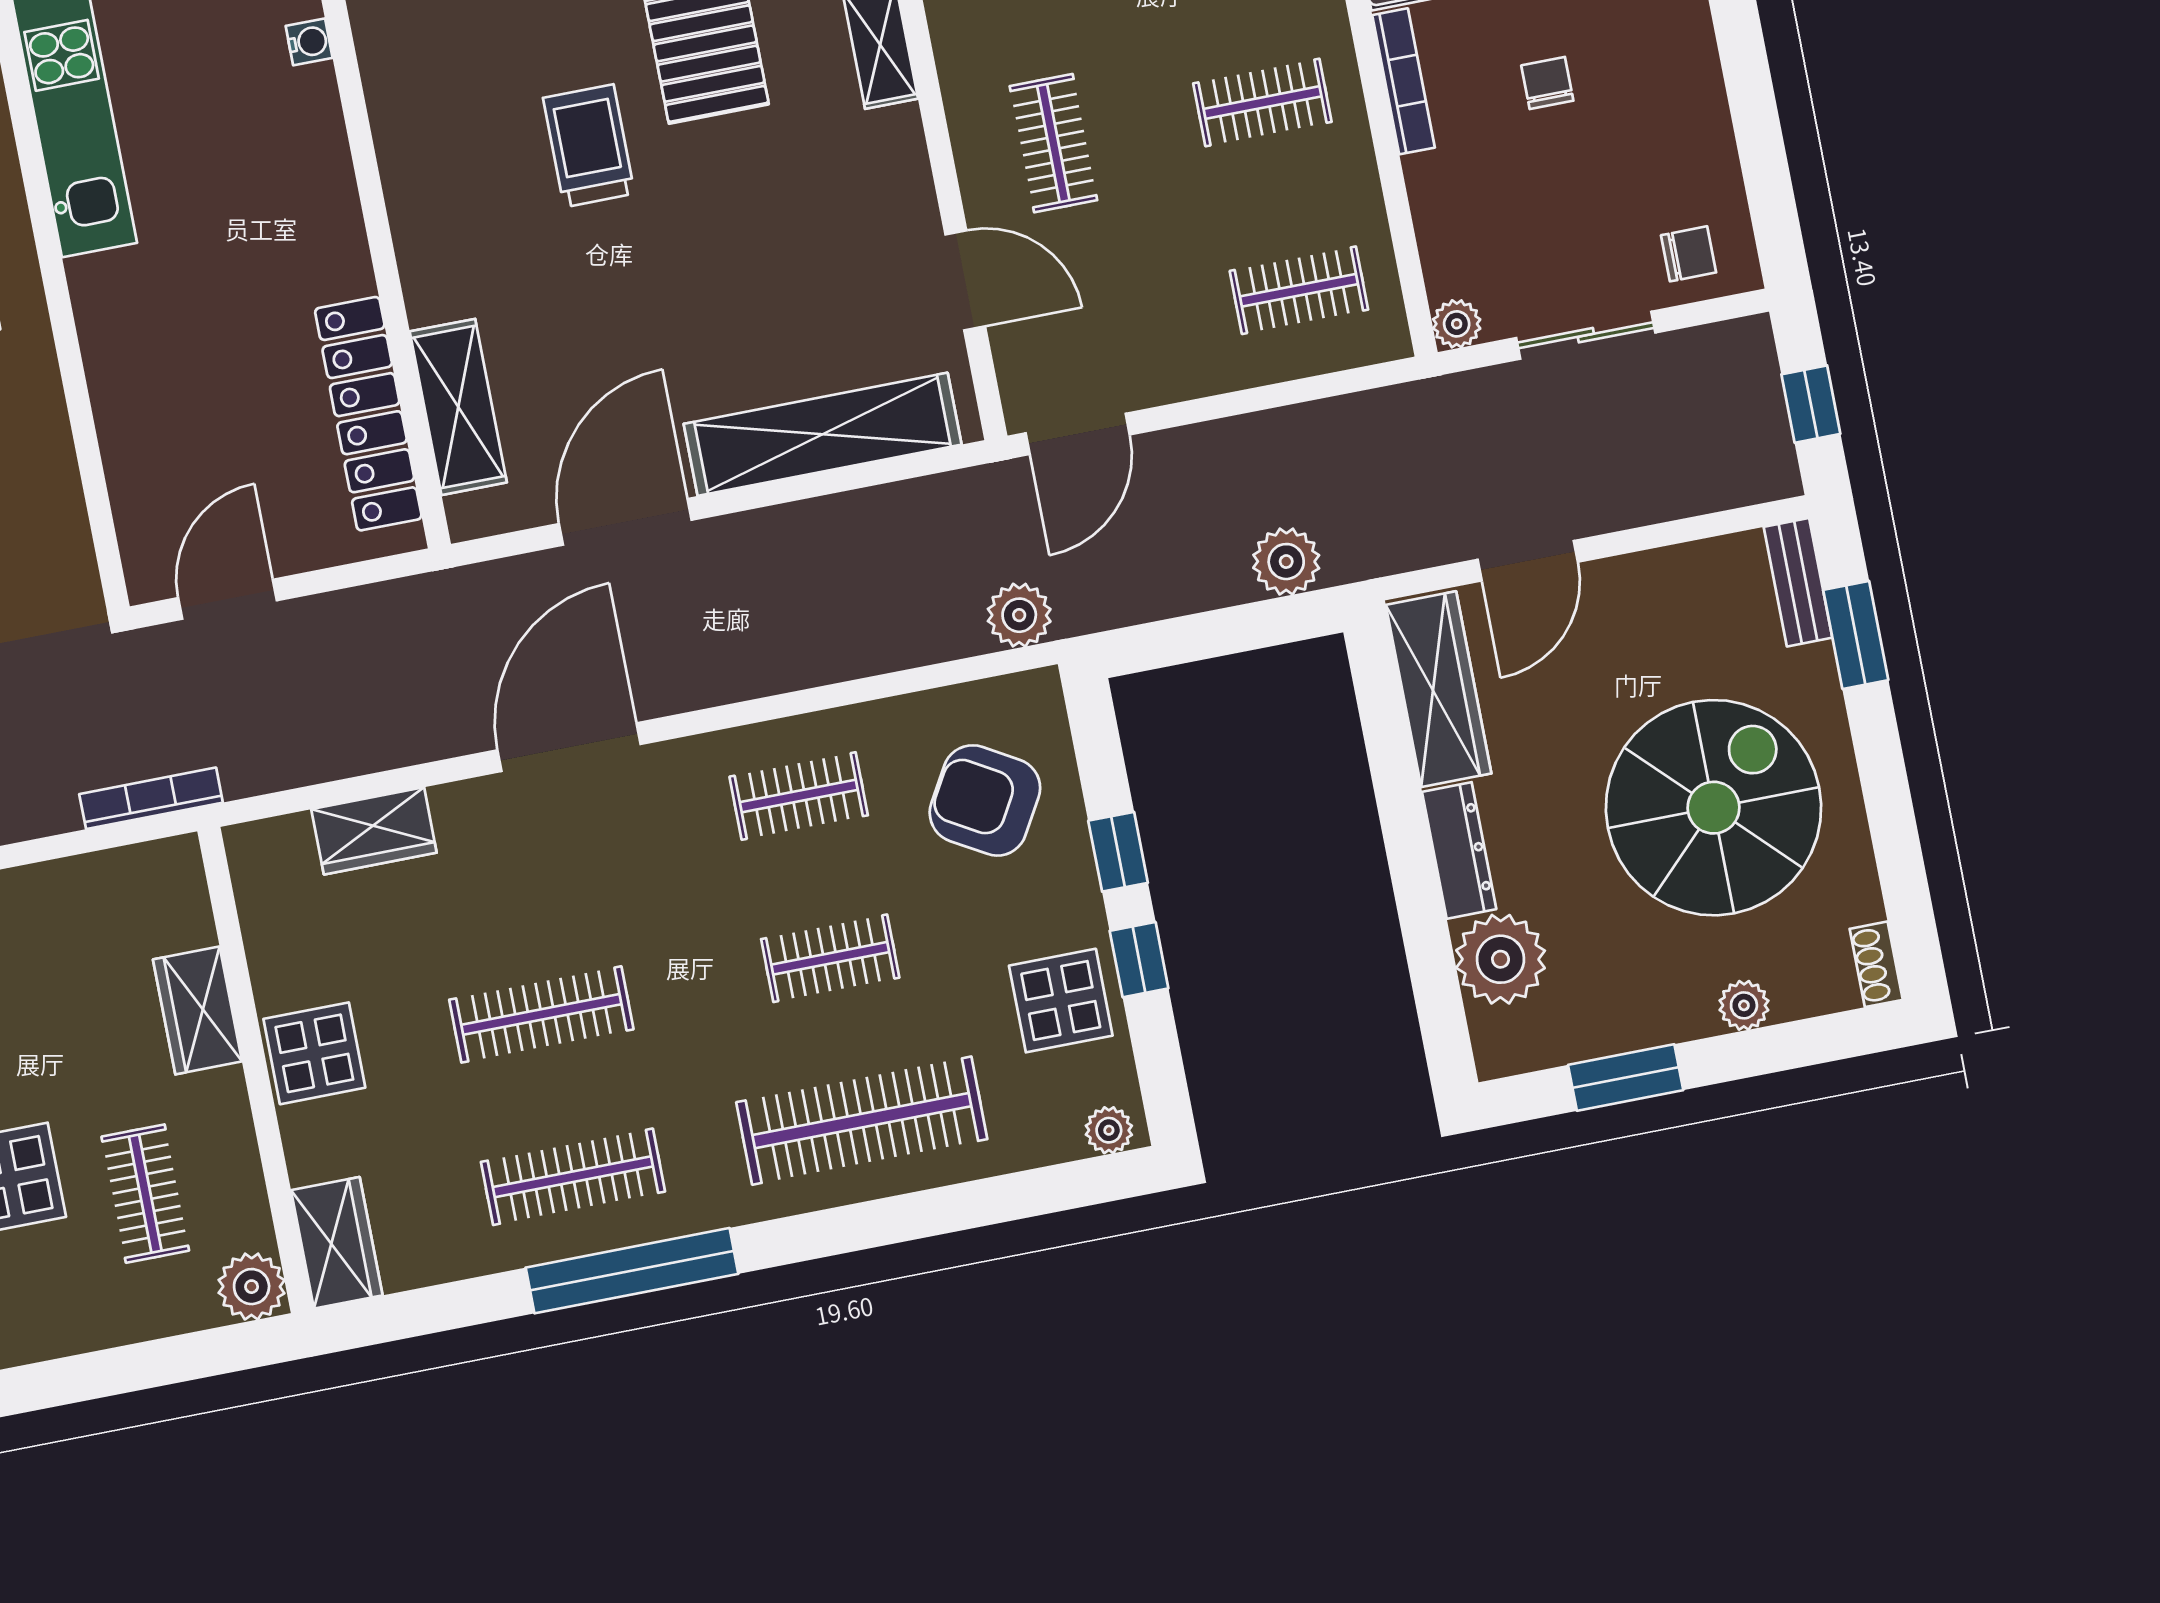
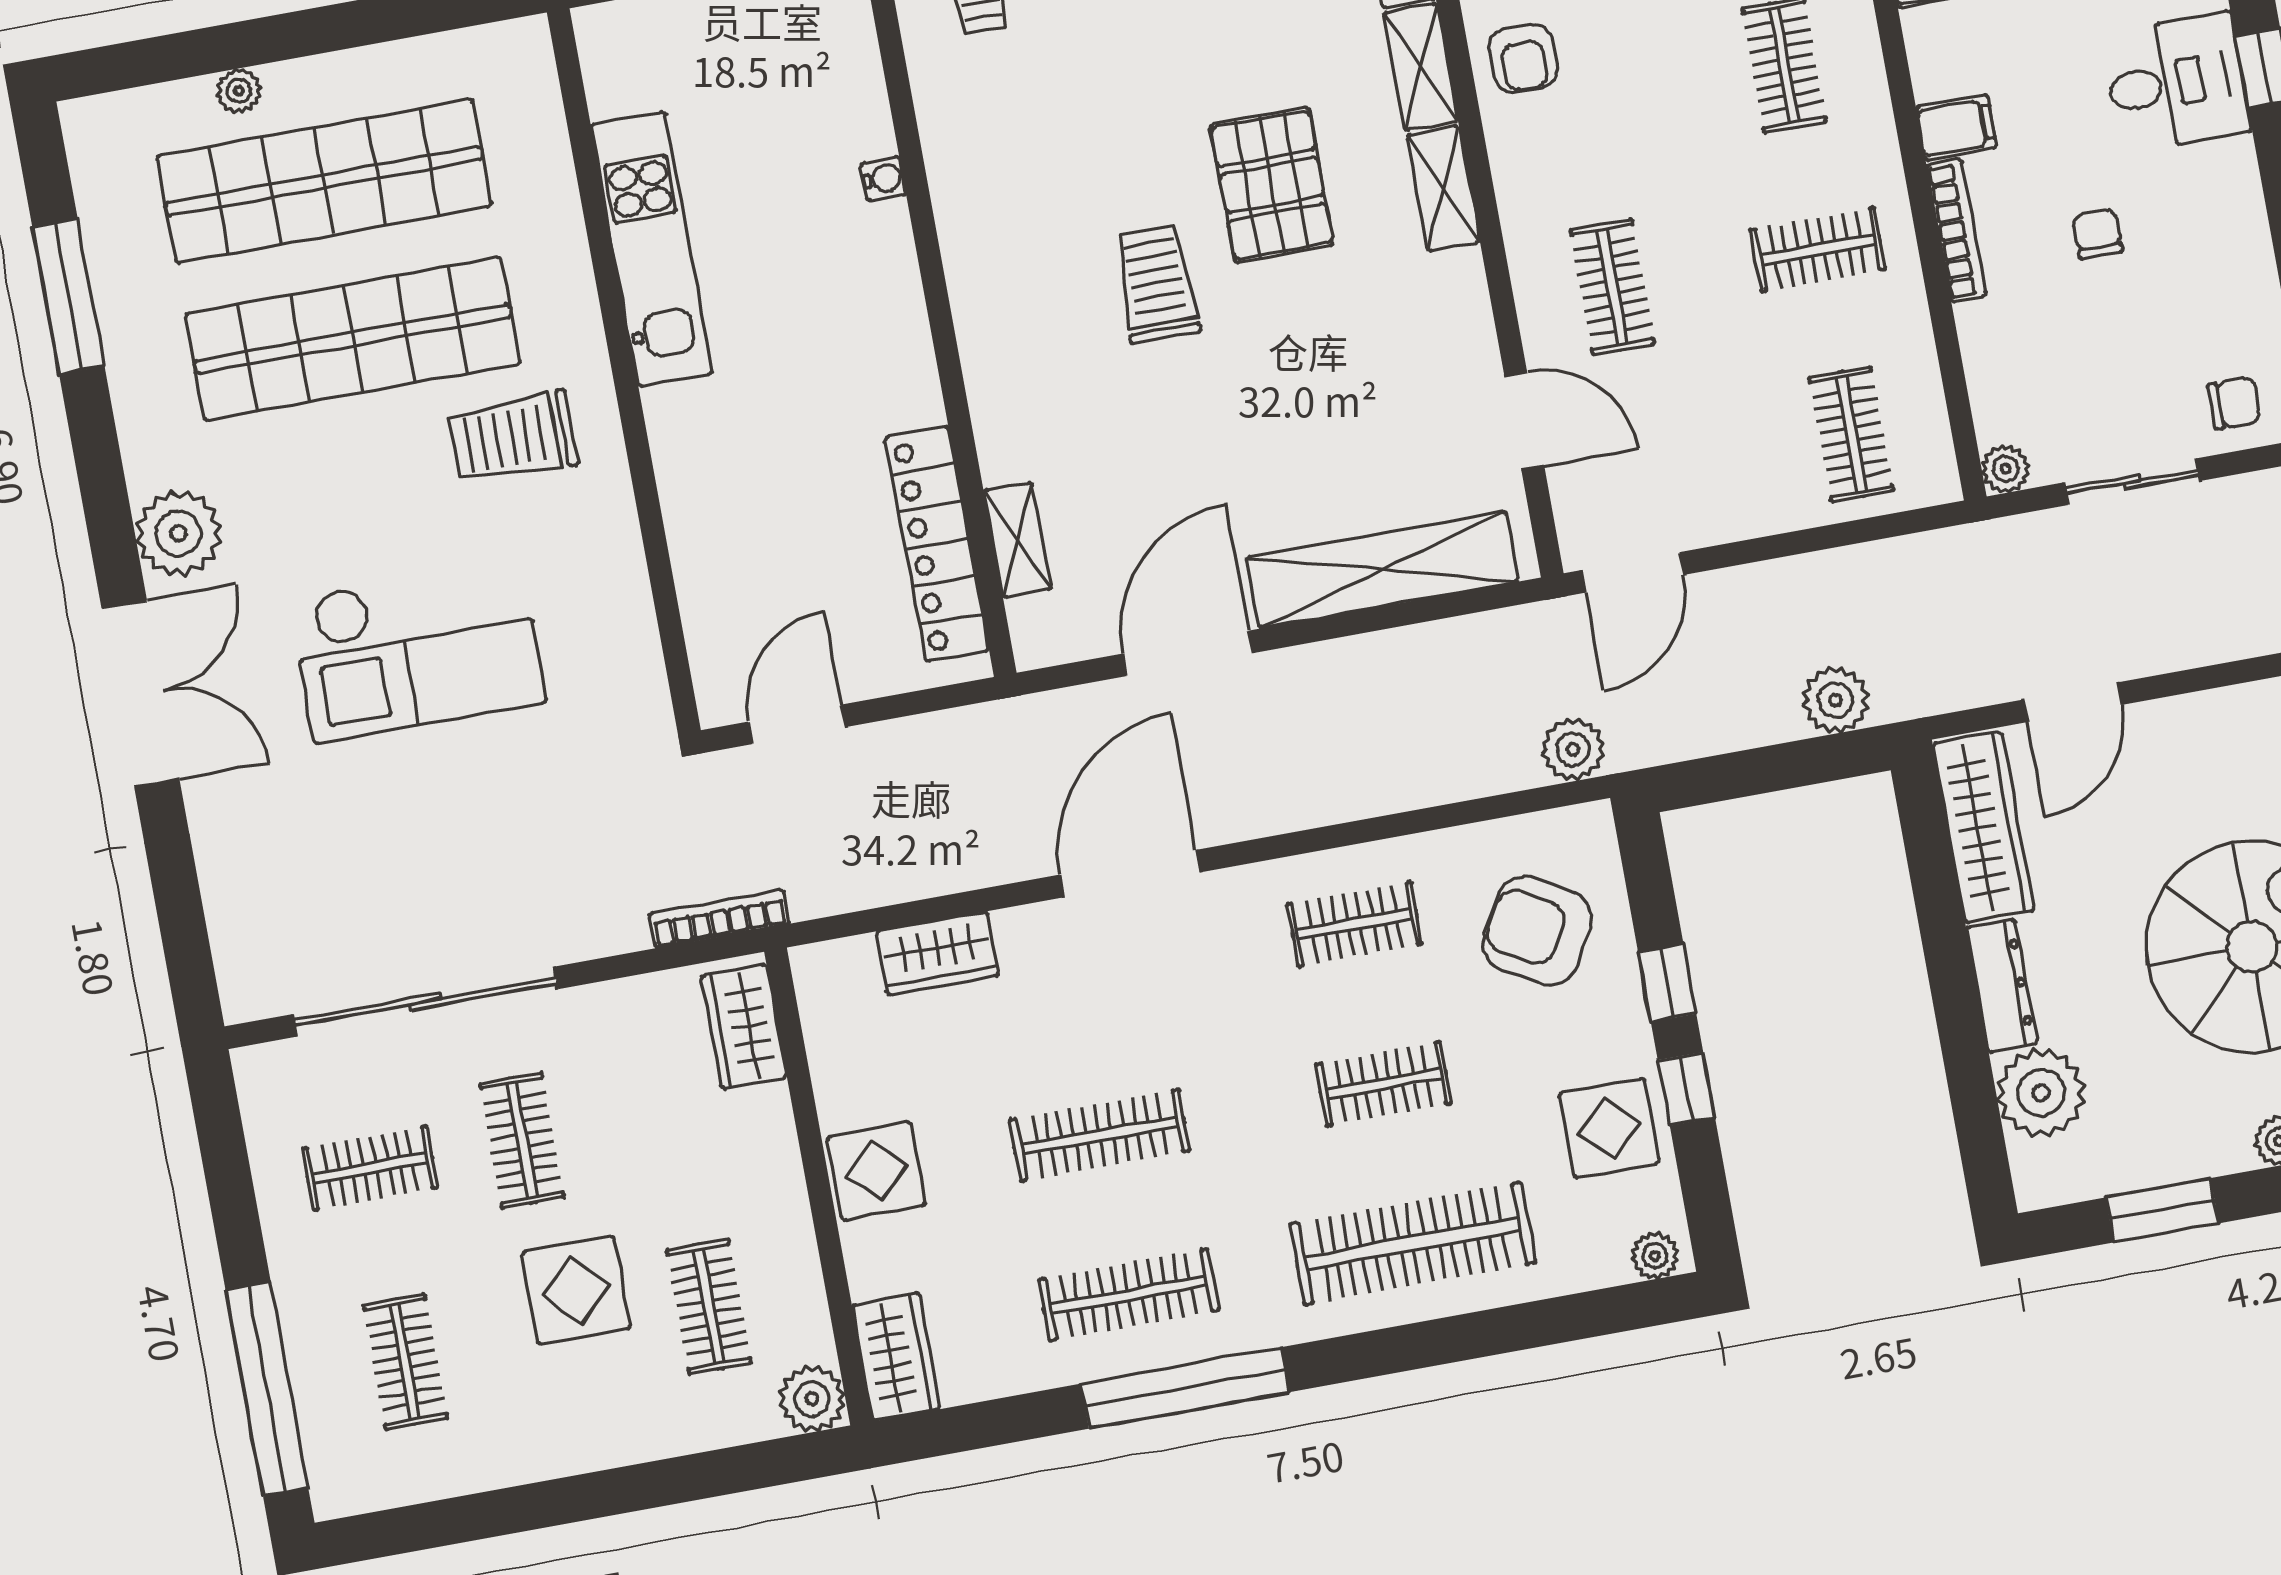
clothes rail: (1299, 290) -> (1851, 434), turned 90
shelving: (458, 407) -> (1017, 540), width x0.67, depth x0.75
wardrobe: (198, 1010) -> (744, 1027), moved

